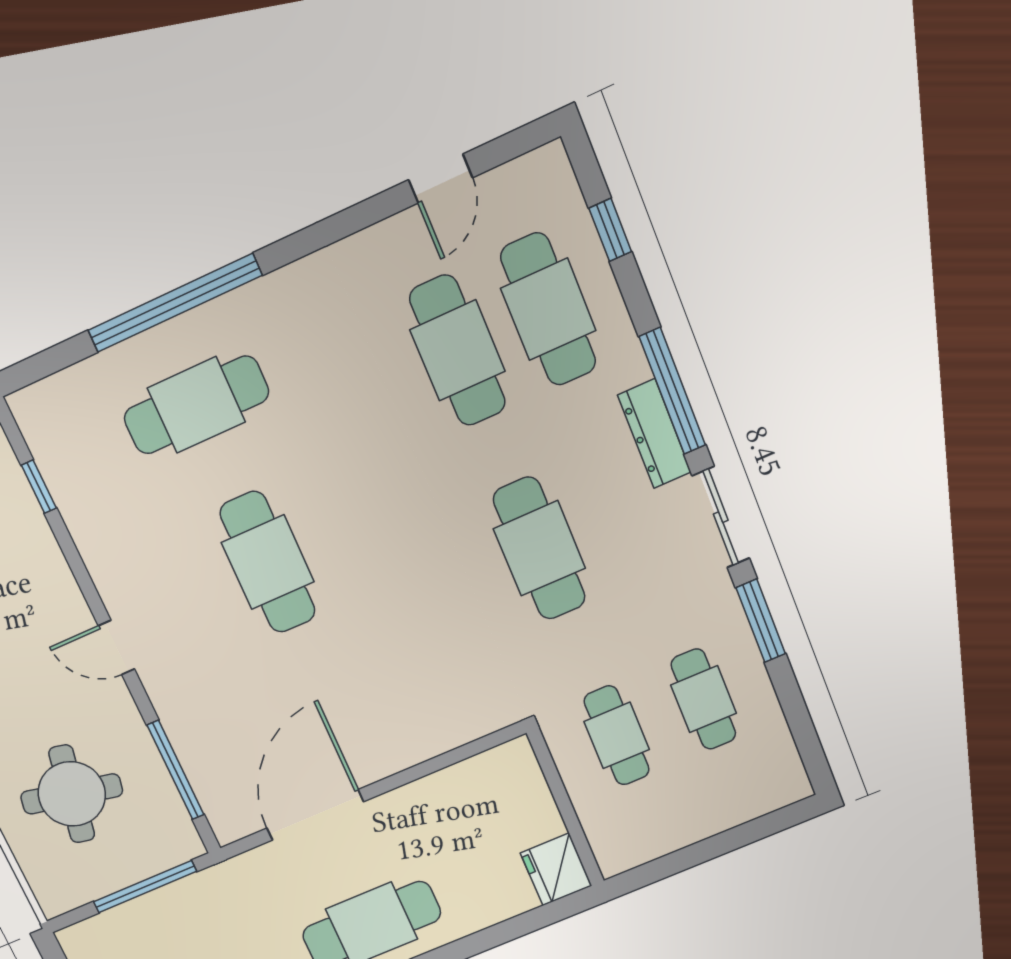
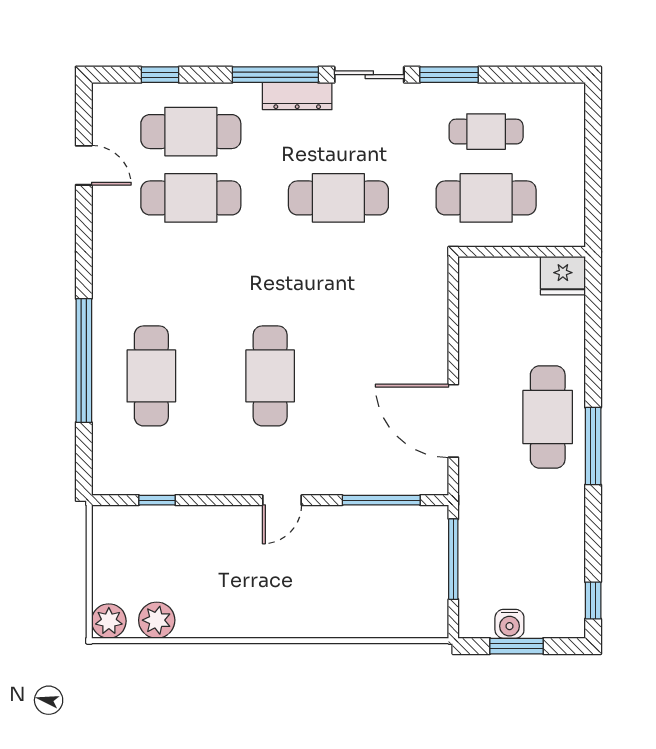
cafe table: (268, 562) -> (270, 376), turned 90
cafe table: (617, 735) -> (486, 198), width x1.37, depth x1.35
round table: (72, 794) -> (367, 577), removed

